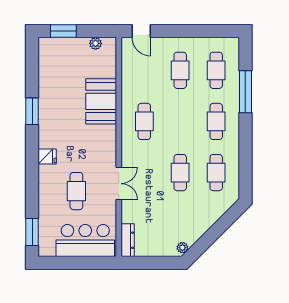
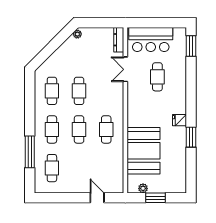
window: (63, 31) -> (155, 198), moved
door: (141, 31) -> (97, 198), moved
cafe table: (180, 70) -> (79, 129), moved
booth: (101, 101) -> (144, 151), width x1.36, depth x1.42
fridge: (47, 157) -> (179, 120), moved
double door: (119, 184) -> (125, 69), moved

